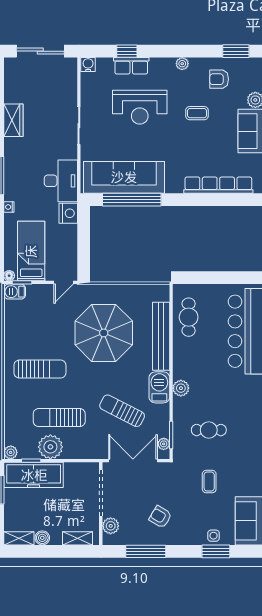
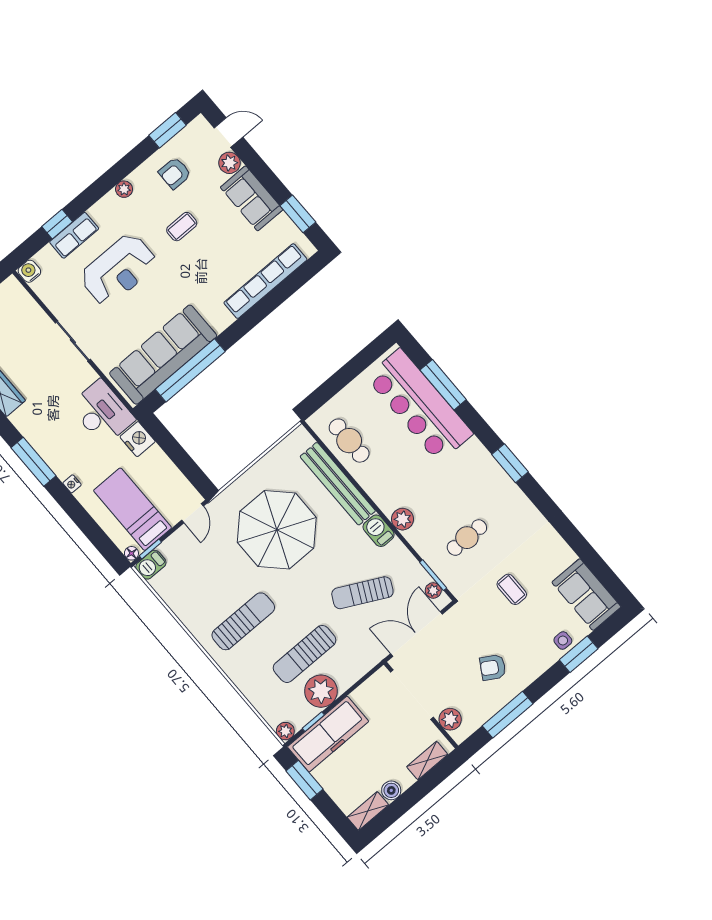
barbecue: (159, 387) -> (379, 531), width x0.73, depth x0.79

